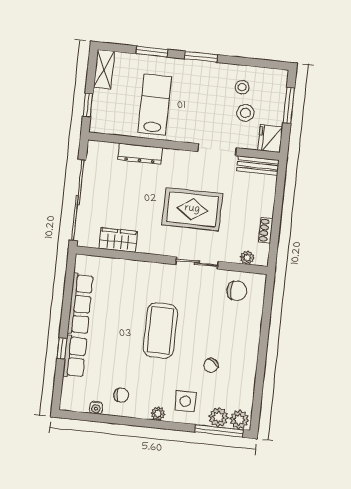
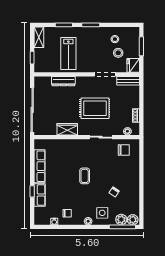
lab bench: (155, 104) -> (68, 54), turned 180
wardrobe: (118, 240) -> (67, 129), moved
coffee table: (160, 330) -> (85, 176), width x0.54, depth x0.58

